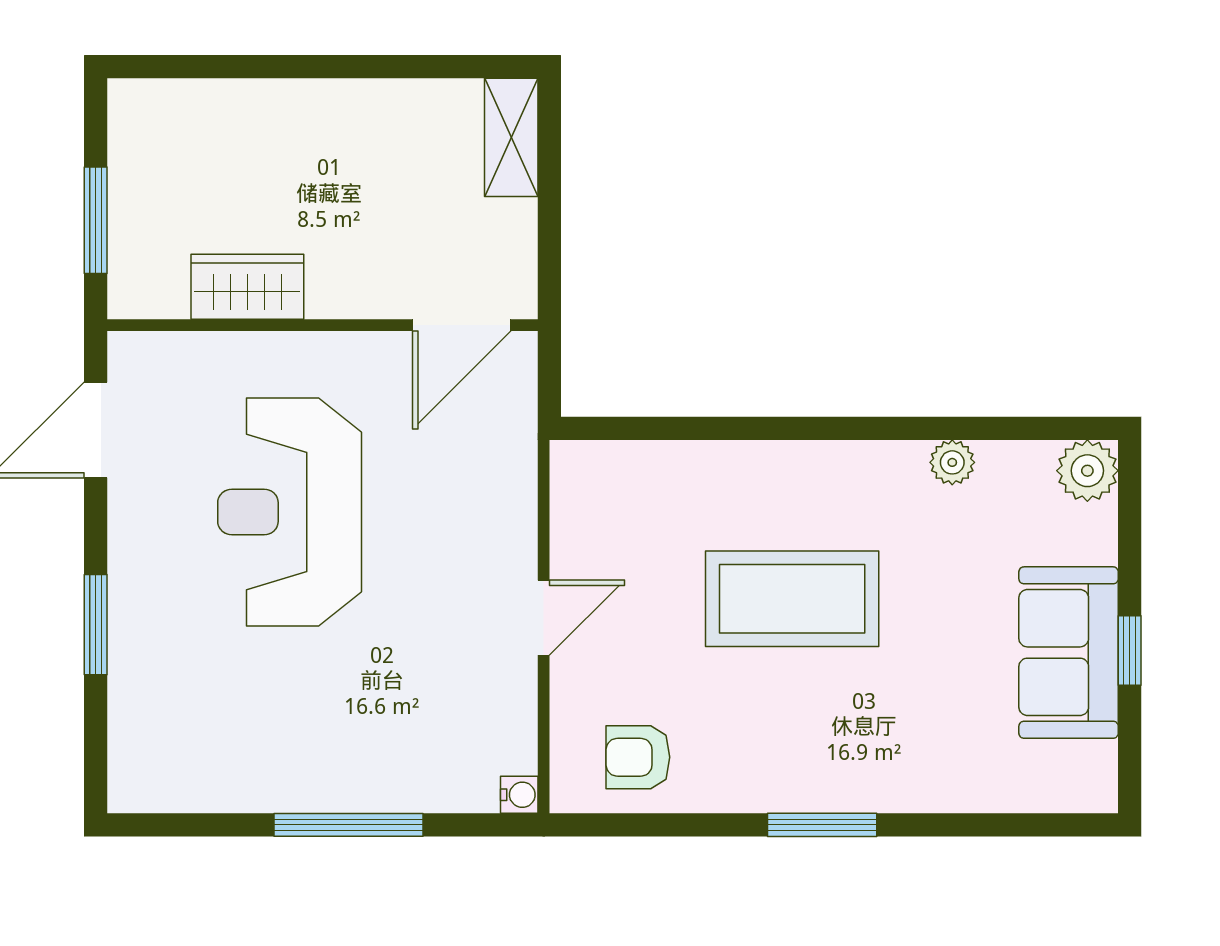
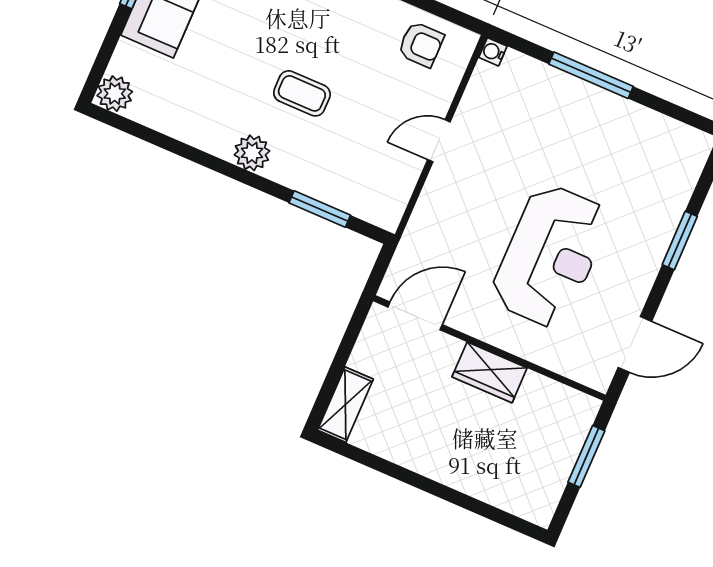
wardrobe: (247, 287) -> (490, 372), moved
window: (685, 428) -> (320, 209), added
plant: (952, 462) -> (252, 153), moved, width x1.38, depth x1.38
coffee table: (792, 599) -> (302, 93), width x0.54, depth x0.58

